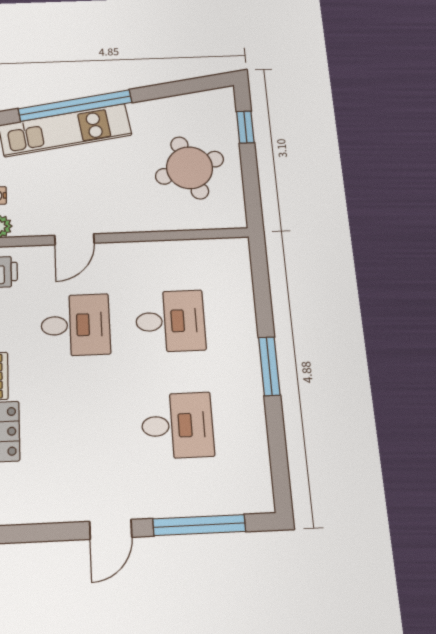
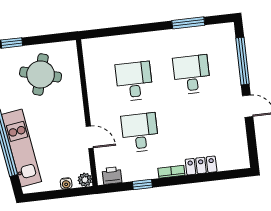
round table: (190, 168) -> (41, 74), turned 33
window: (269, 366) -> (188, 23), moved

